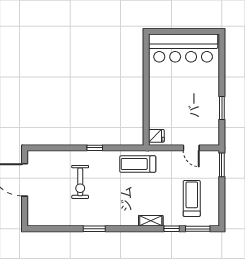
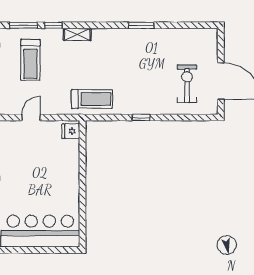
door: (191, 148) -> (31, 117), hinge flipped
exercise bike: (80, 182) -> (187, 84), moved

